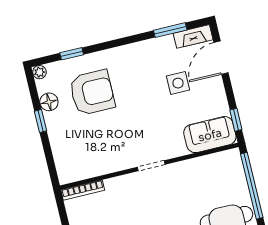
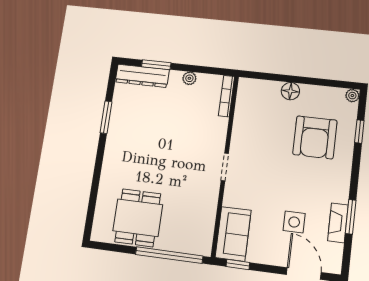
window: (170, 30) -> (351, 217), moved
fireplace: (193, 36) -> (338, 223), moved
floor lamp: (49, 102) -> (290, 91), moved
window: (41, 121) -> (305, 80), removed

